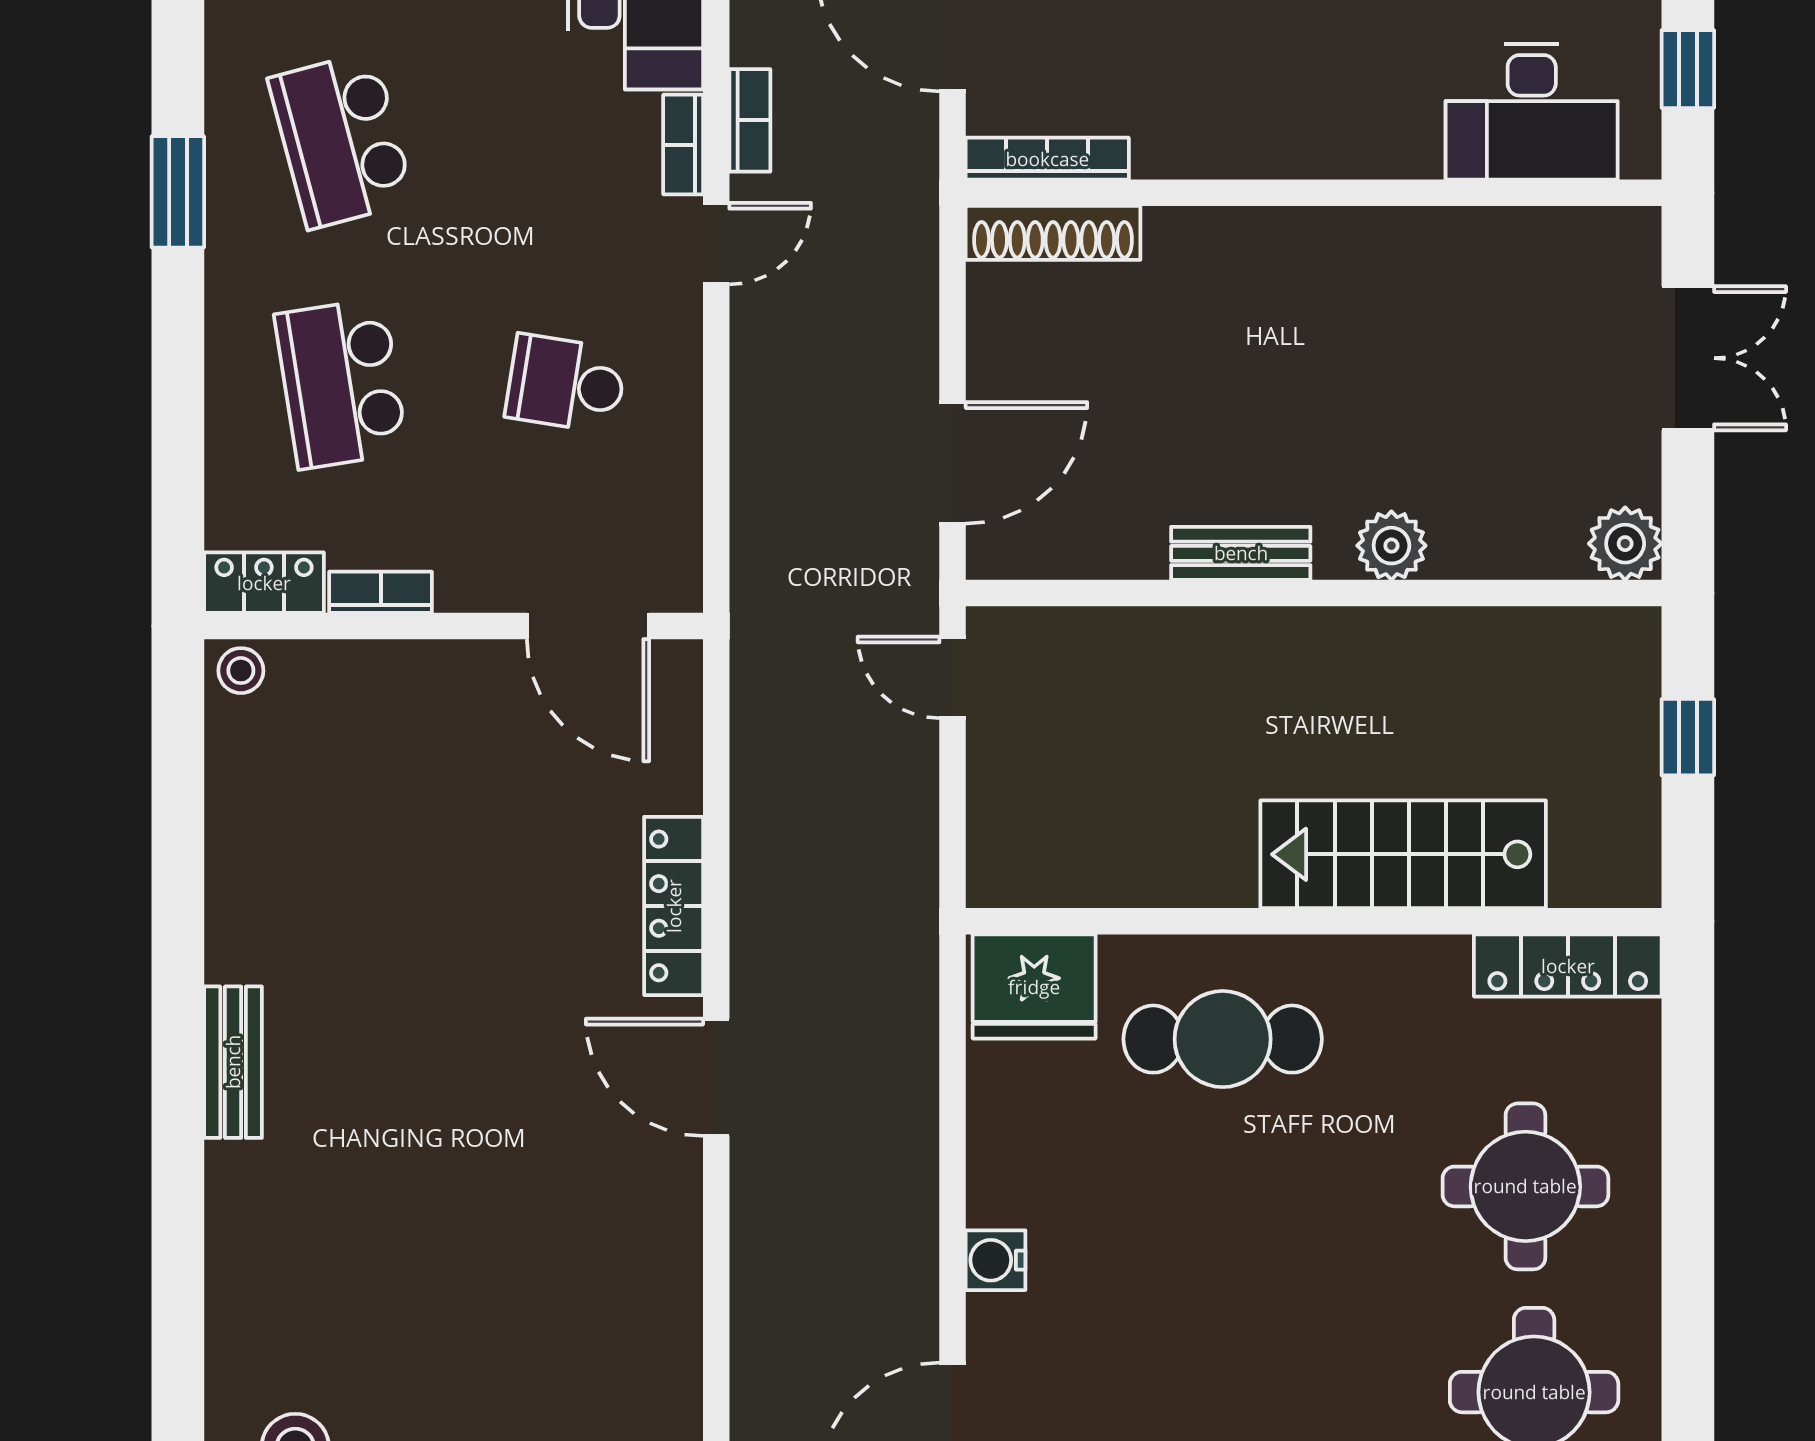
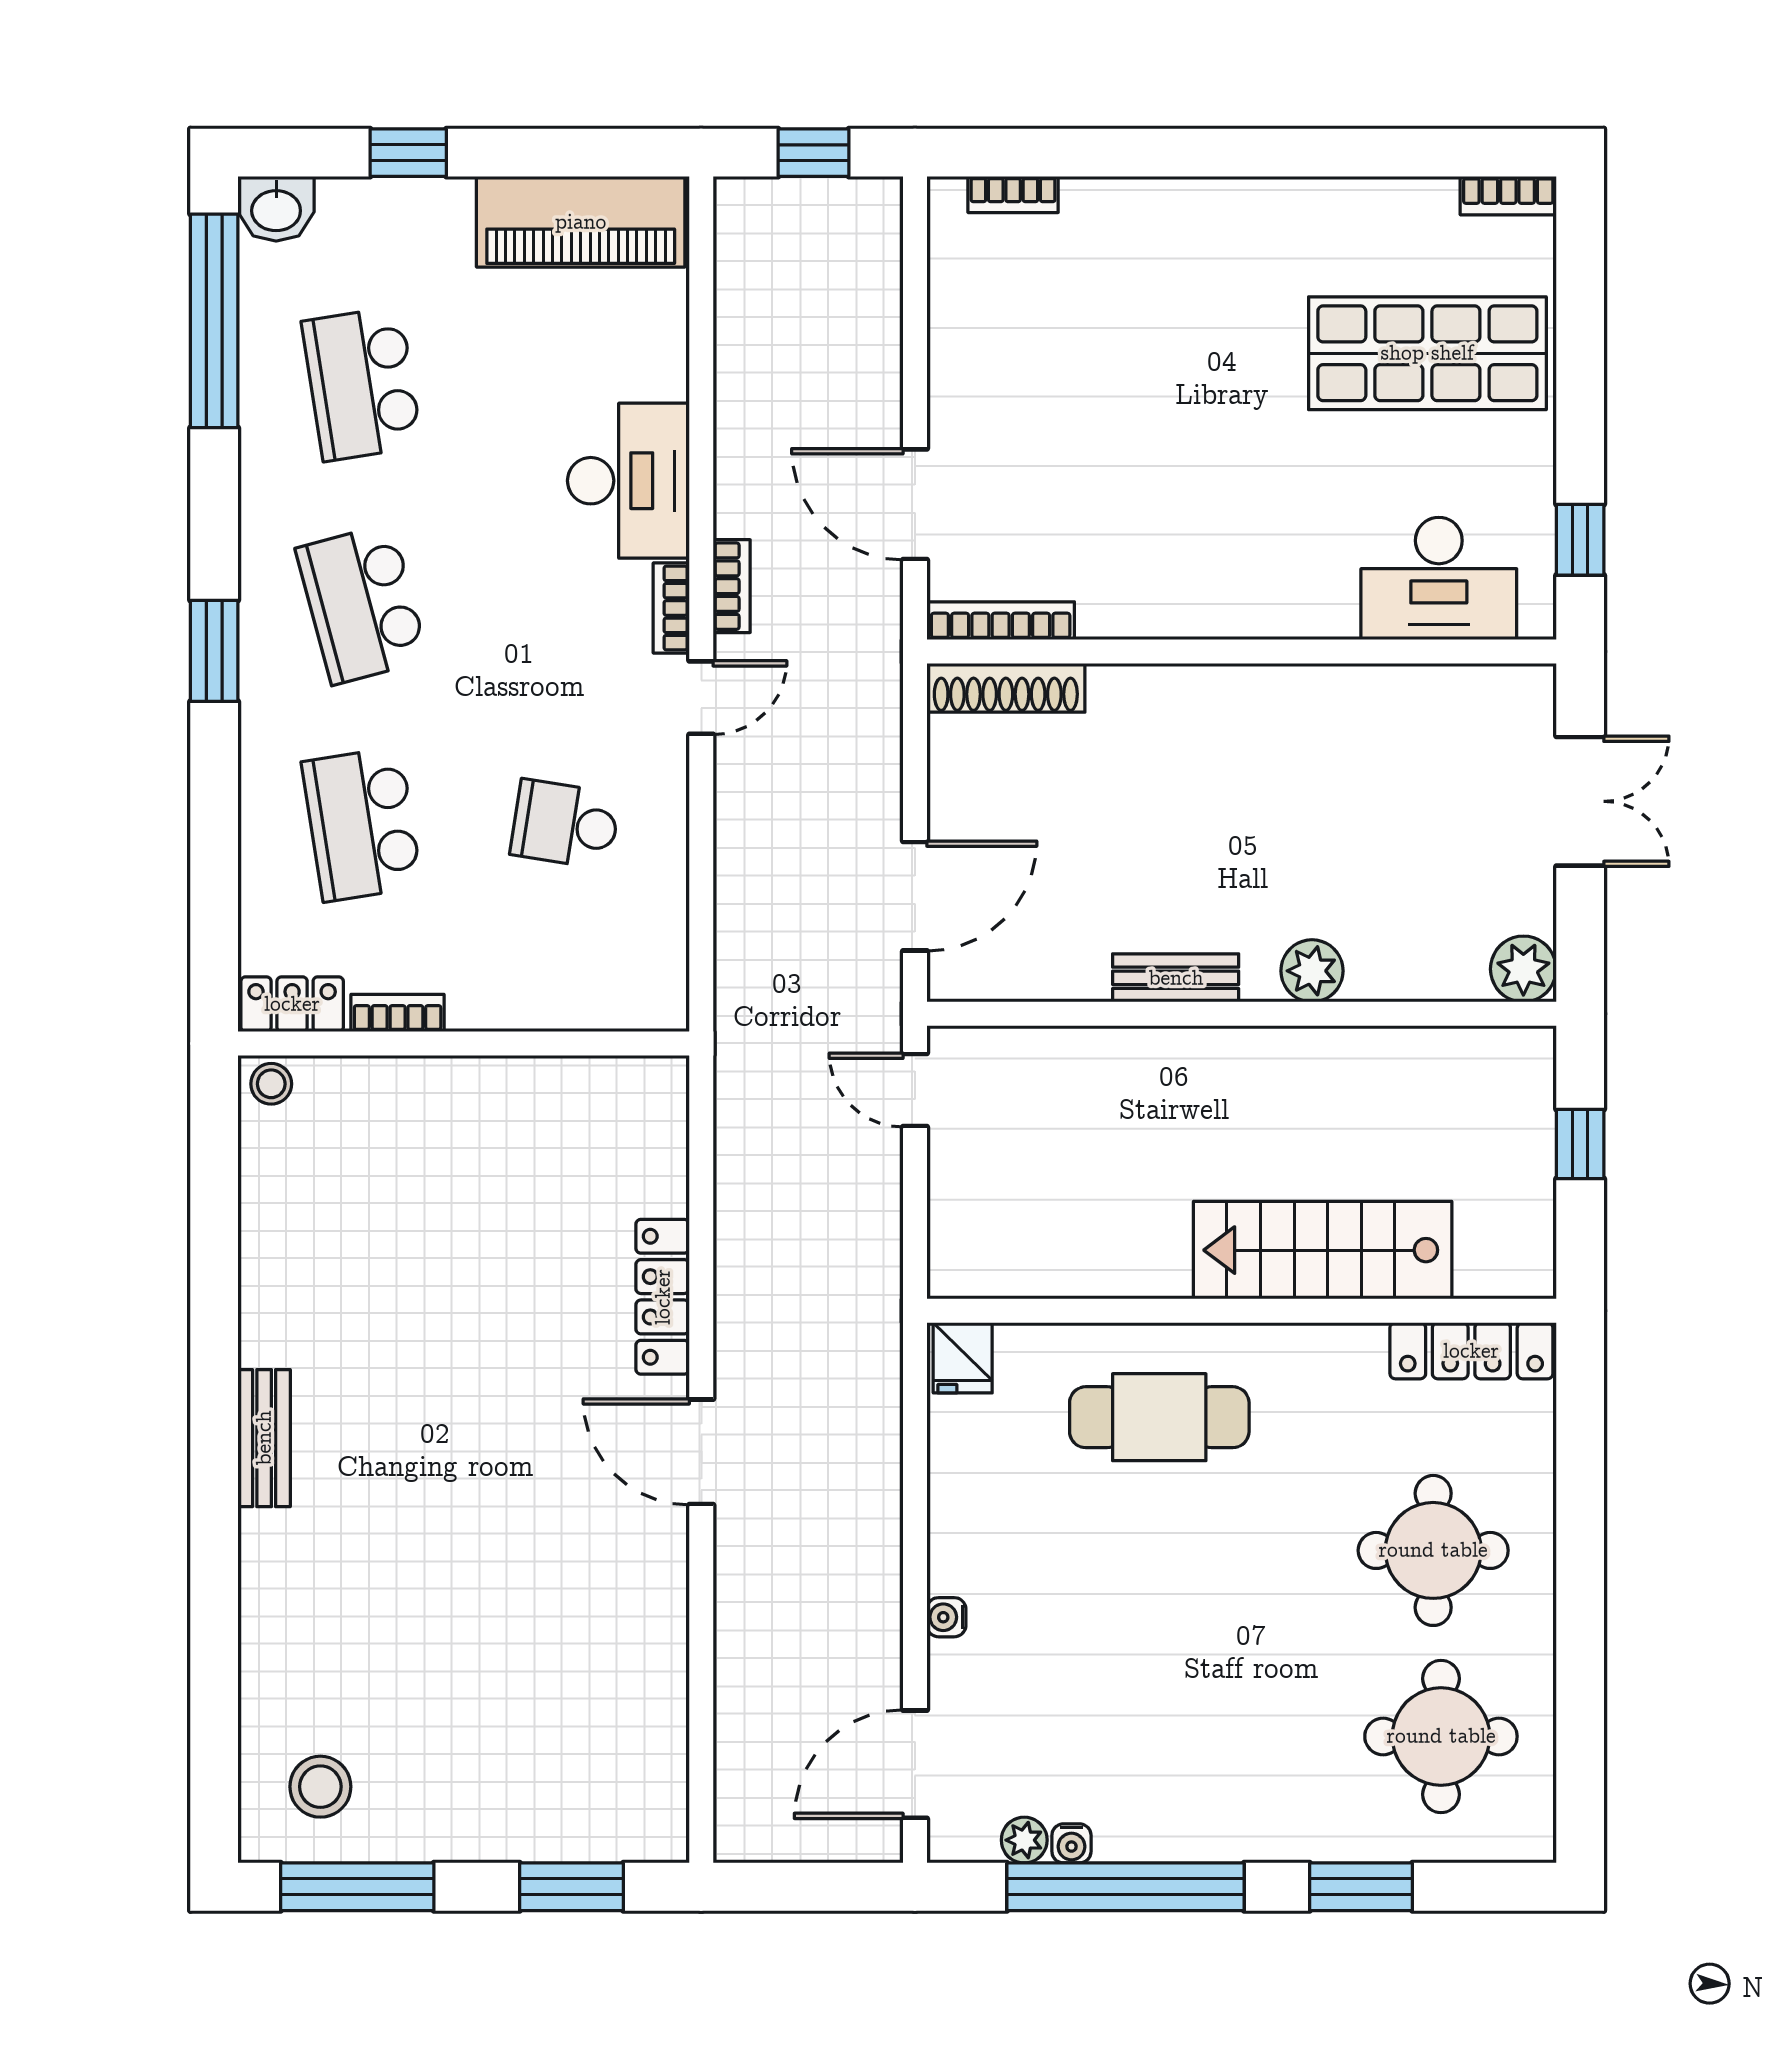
door: (588, 626) -> (585, 1043), removed
fridge: (1034, 987) -> (963, 1358), width x0.53, depth x0.75
water cooler: (996, 1260) -> (946, 1617), width x0.72, depth x0.72

